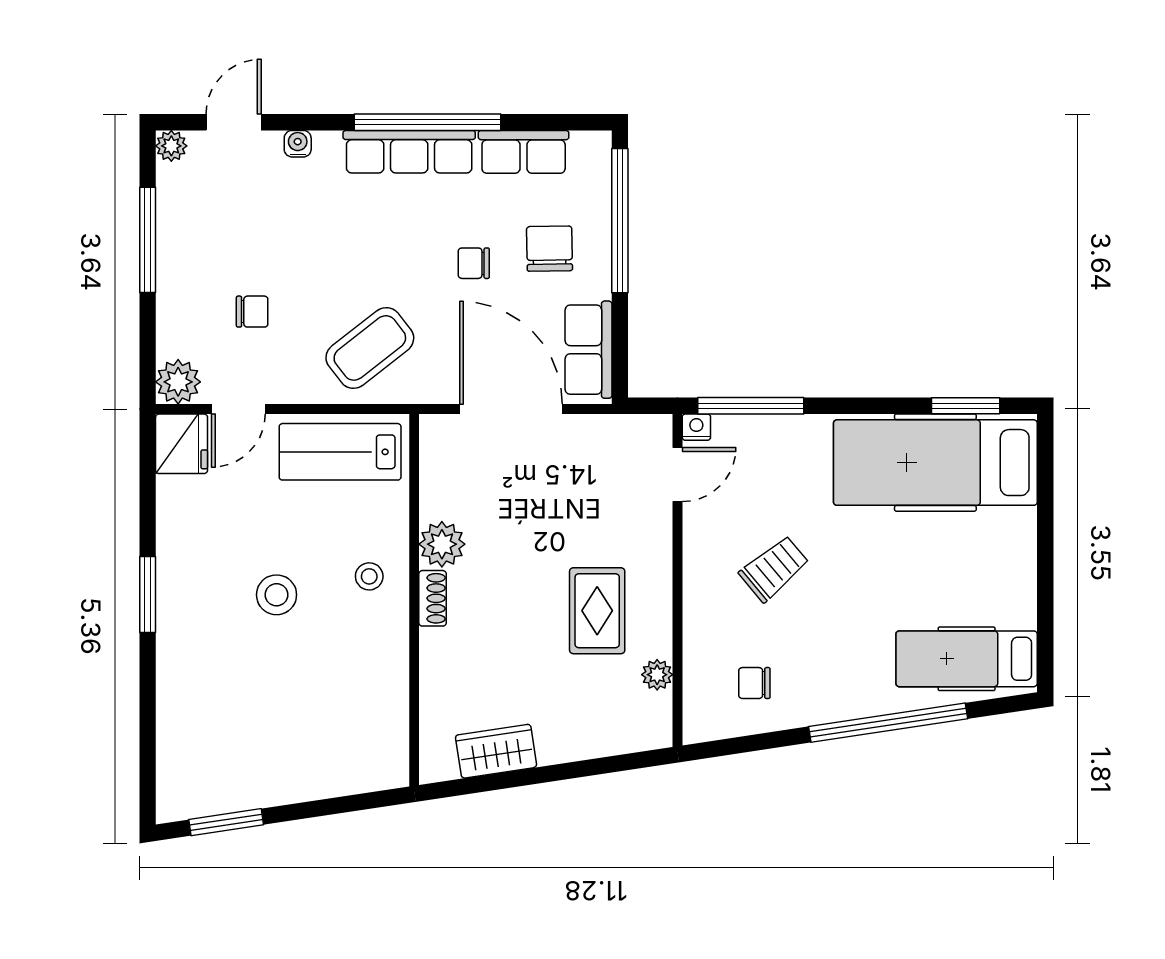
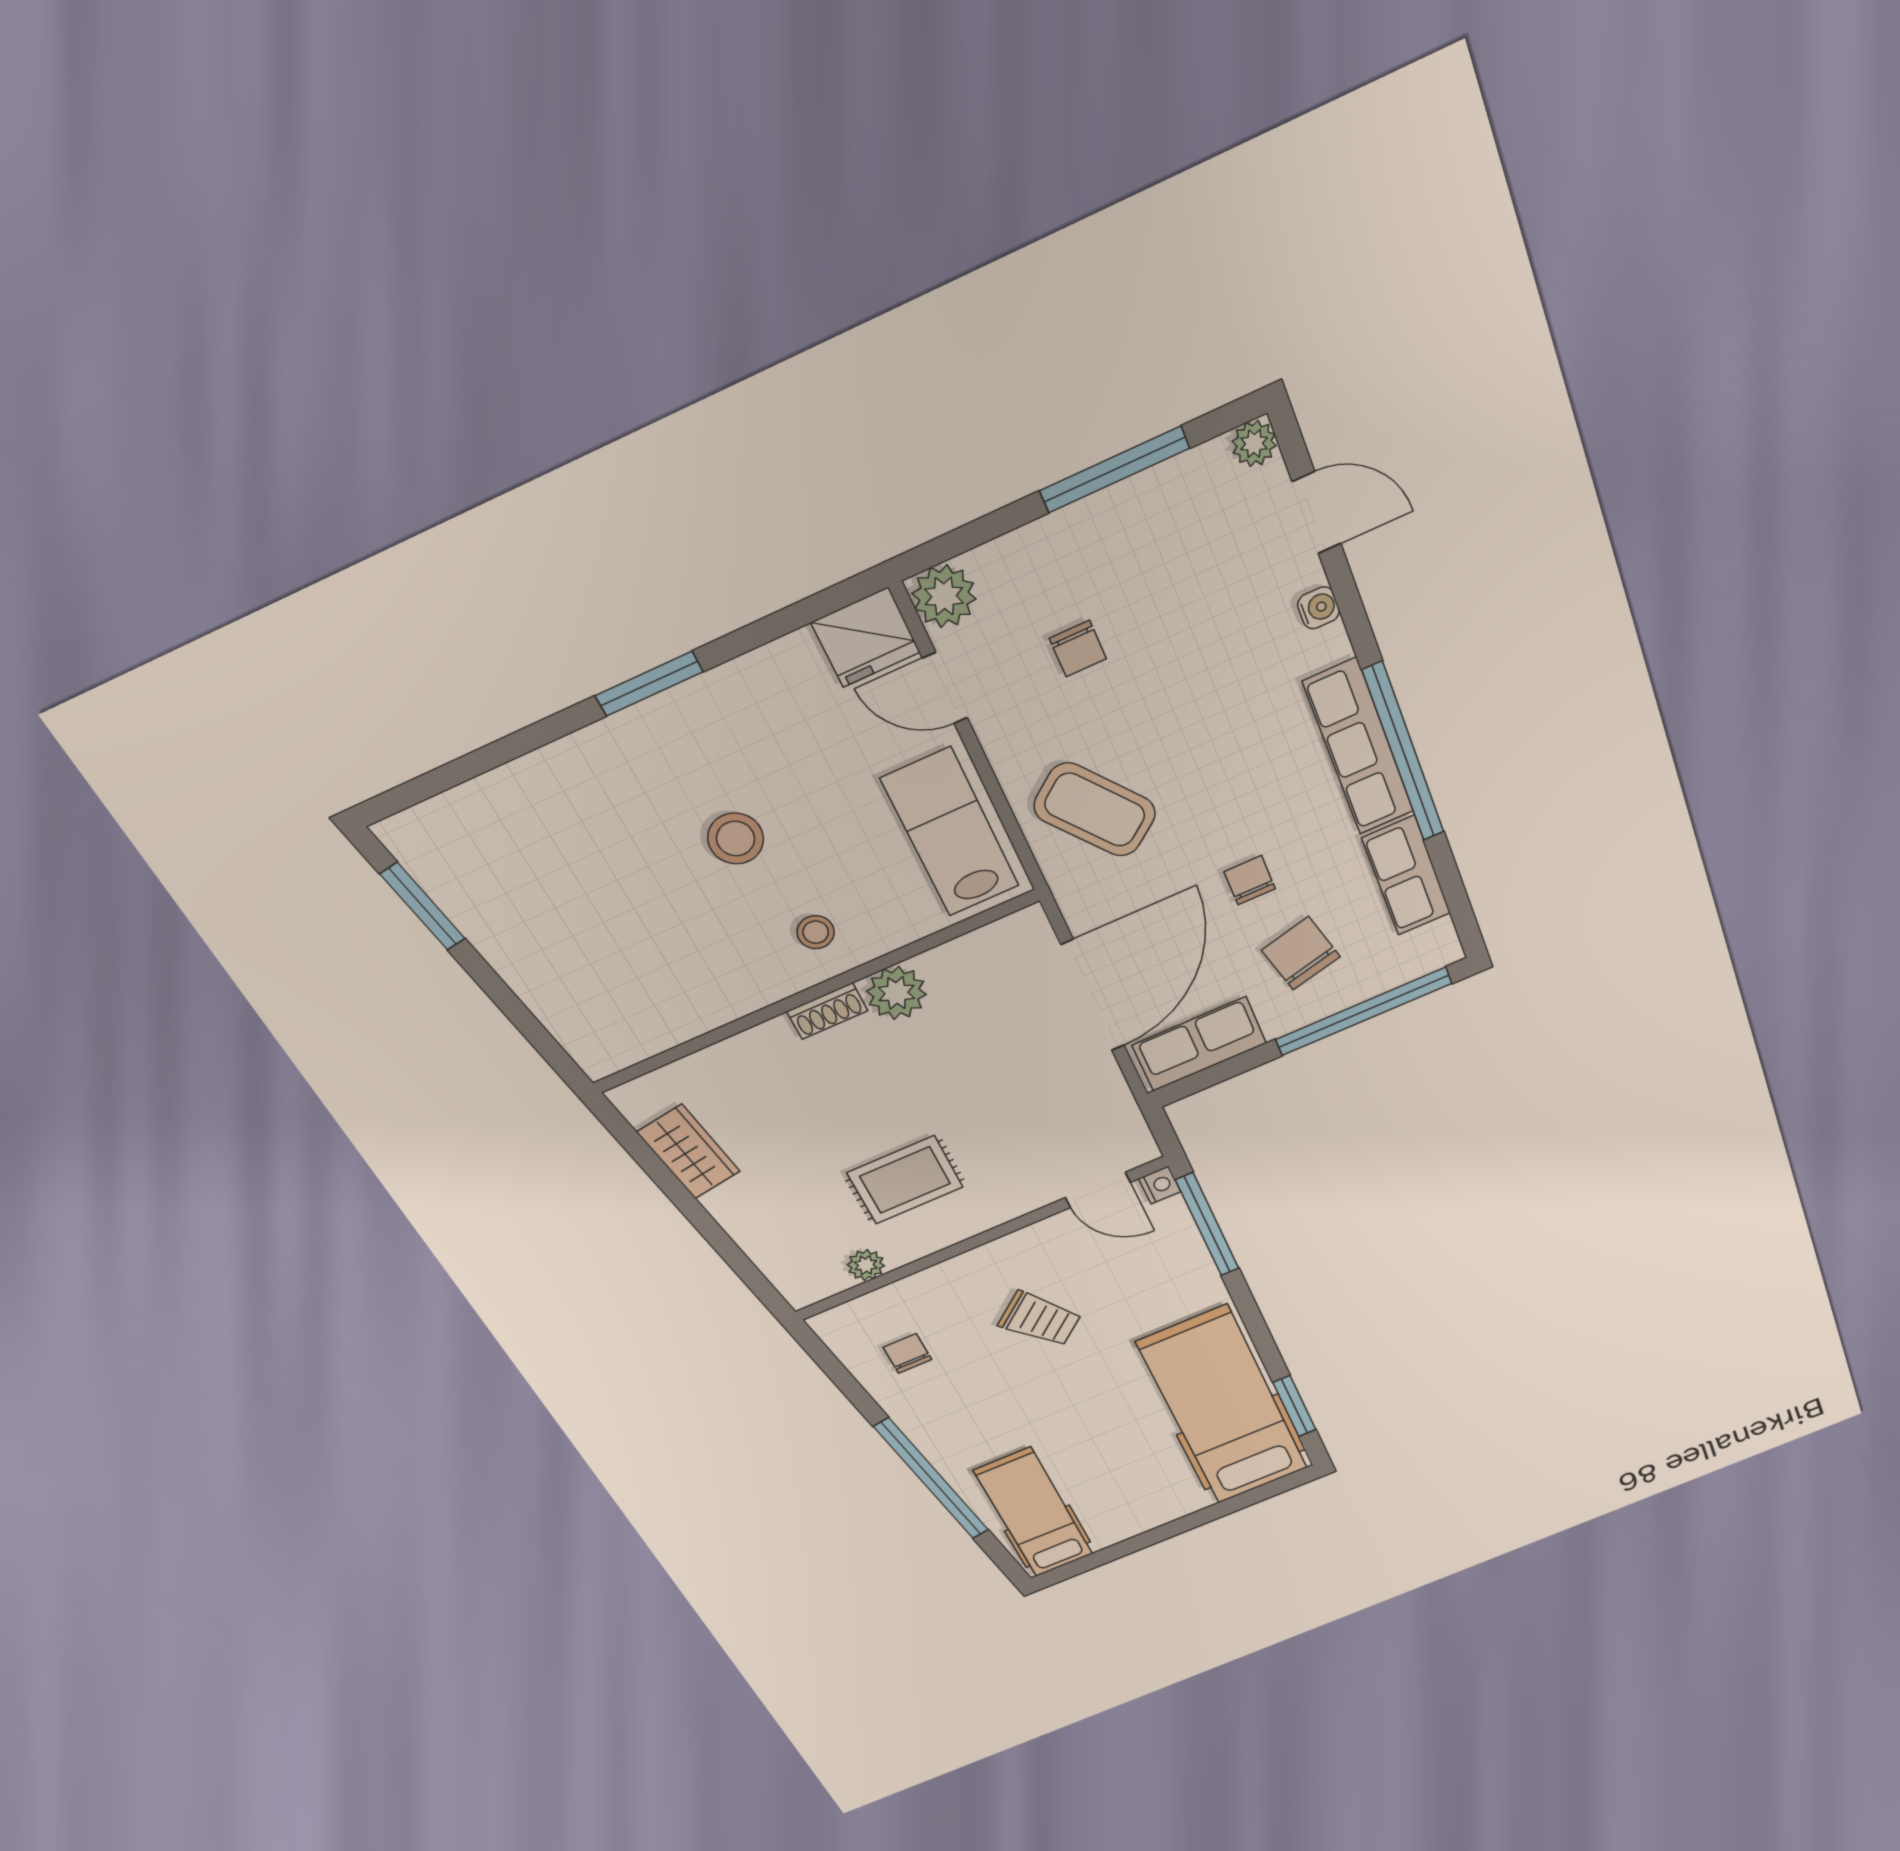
chair: (549, 249) -> (1301, 953), turned -103

